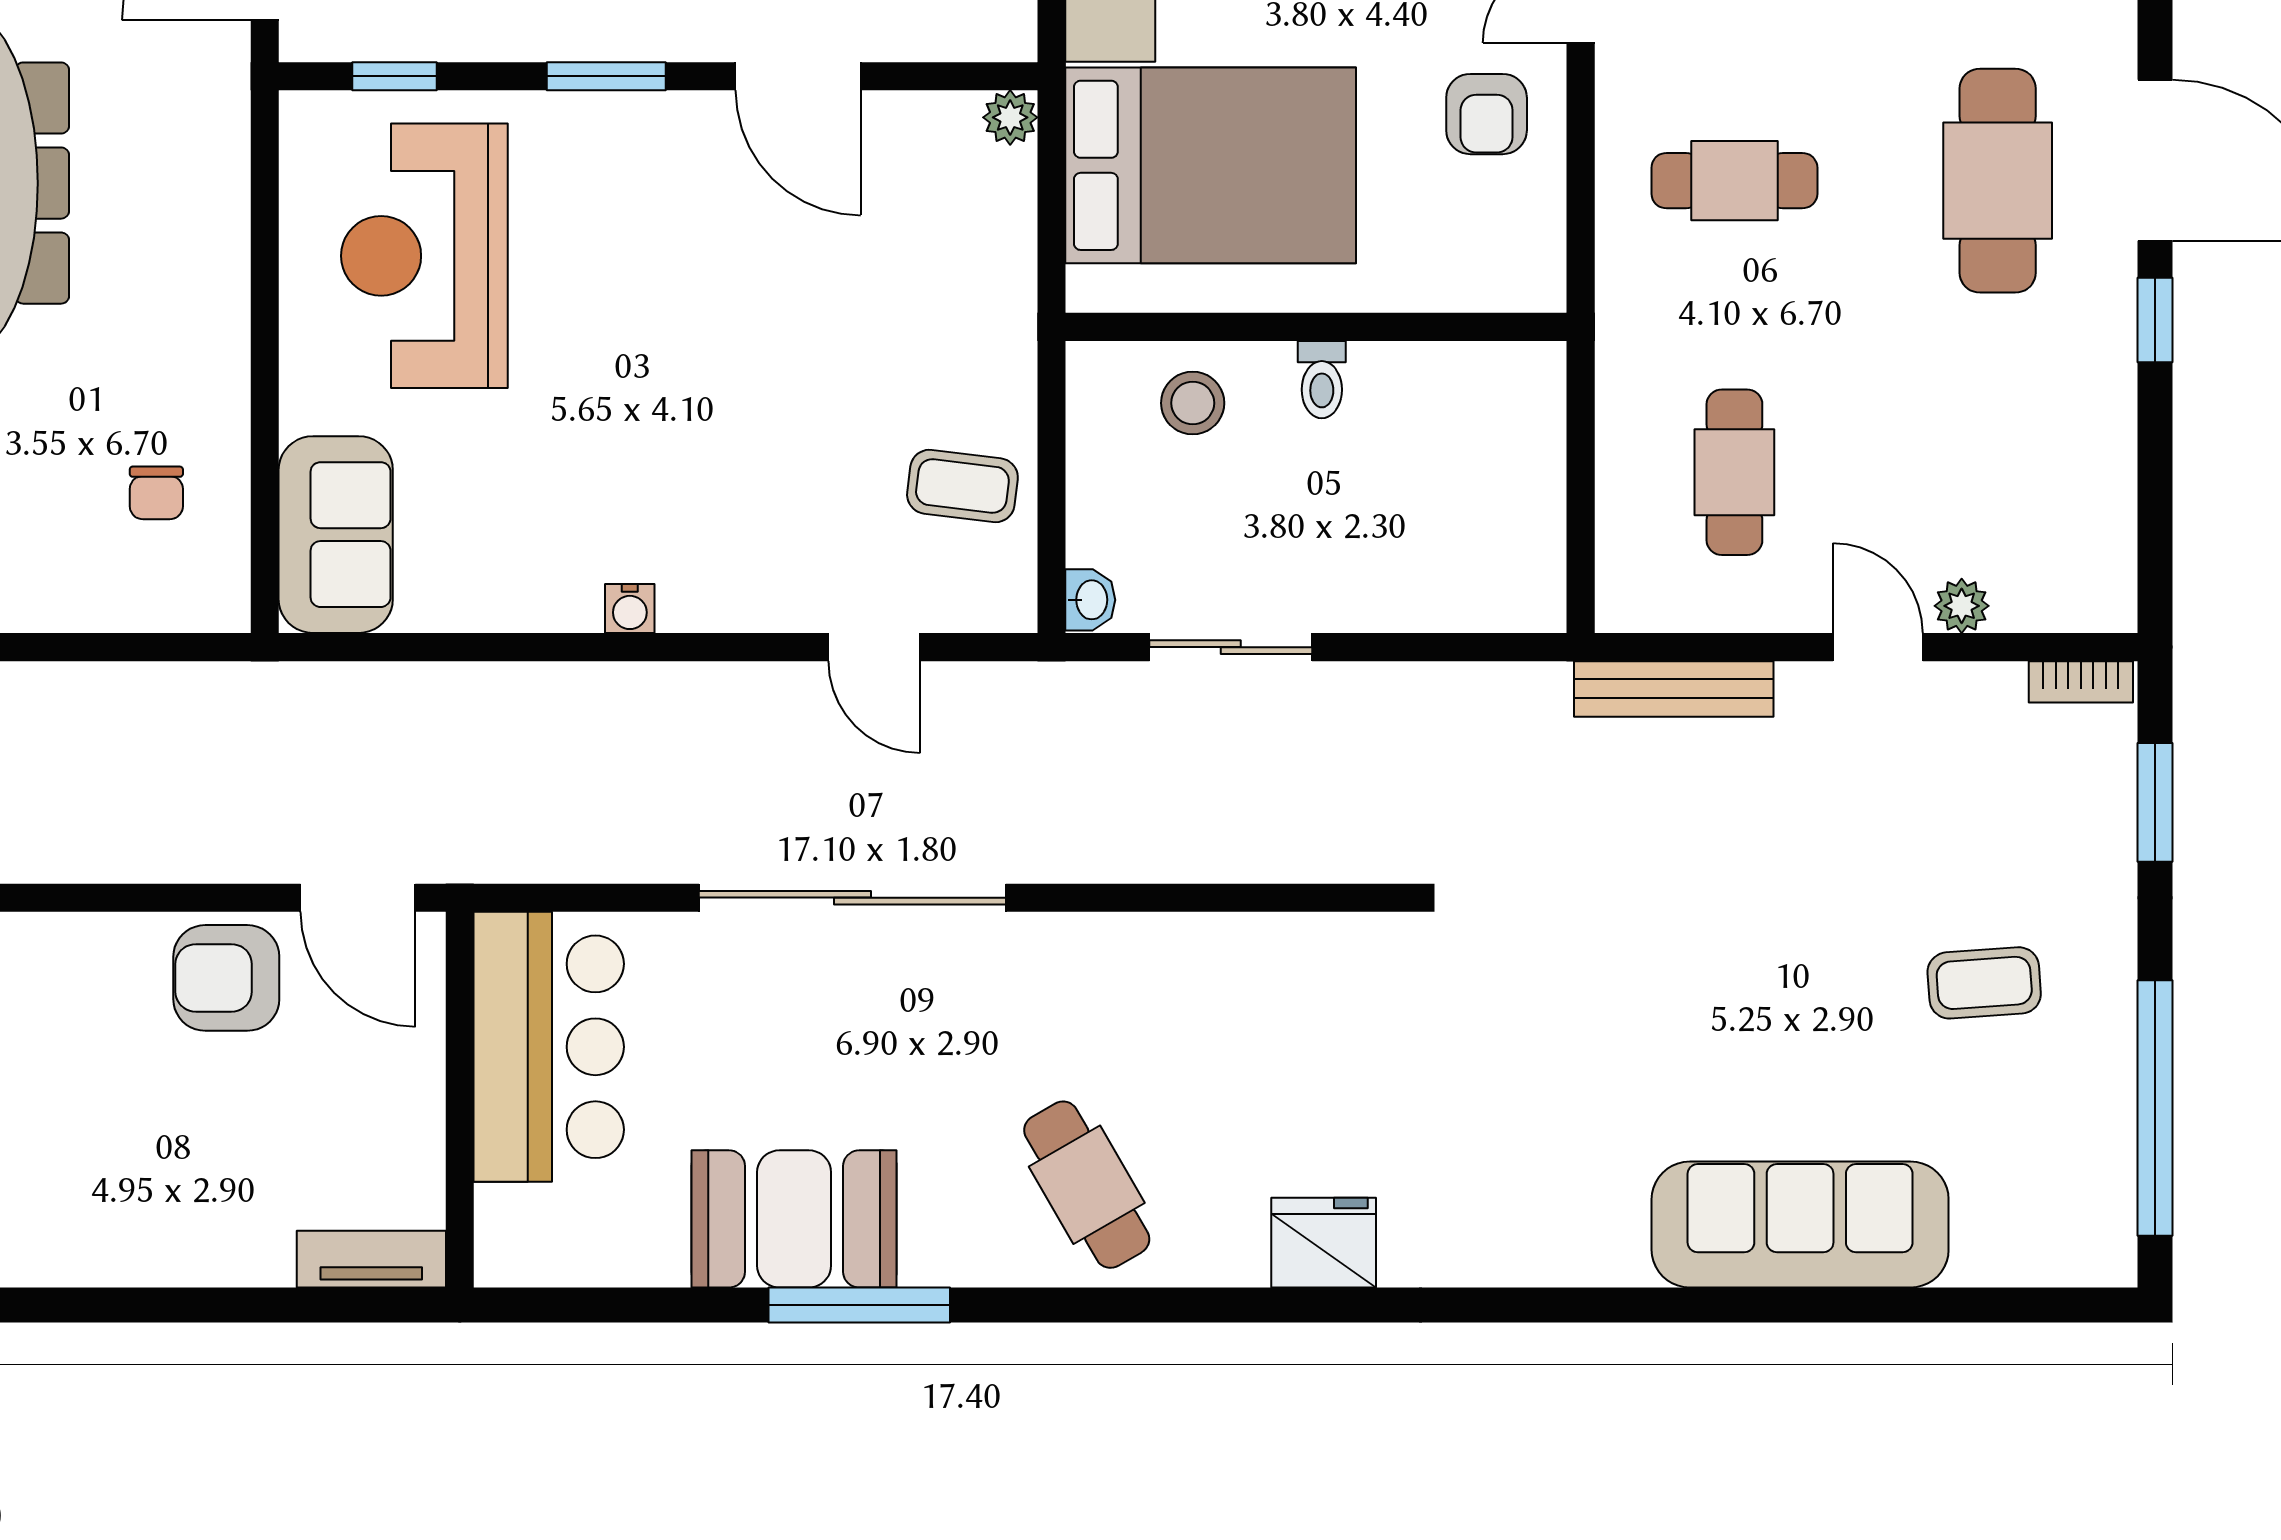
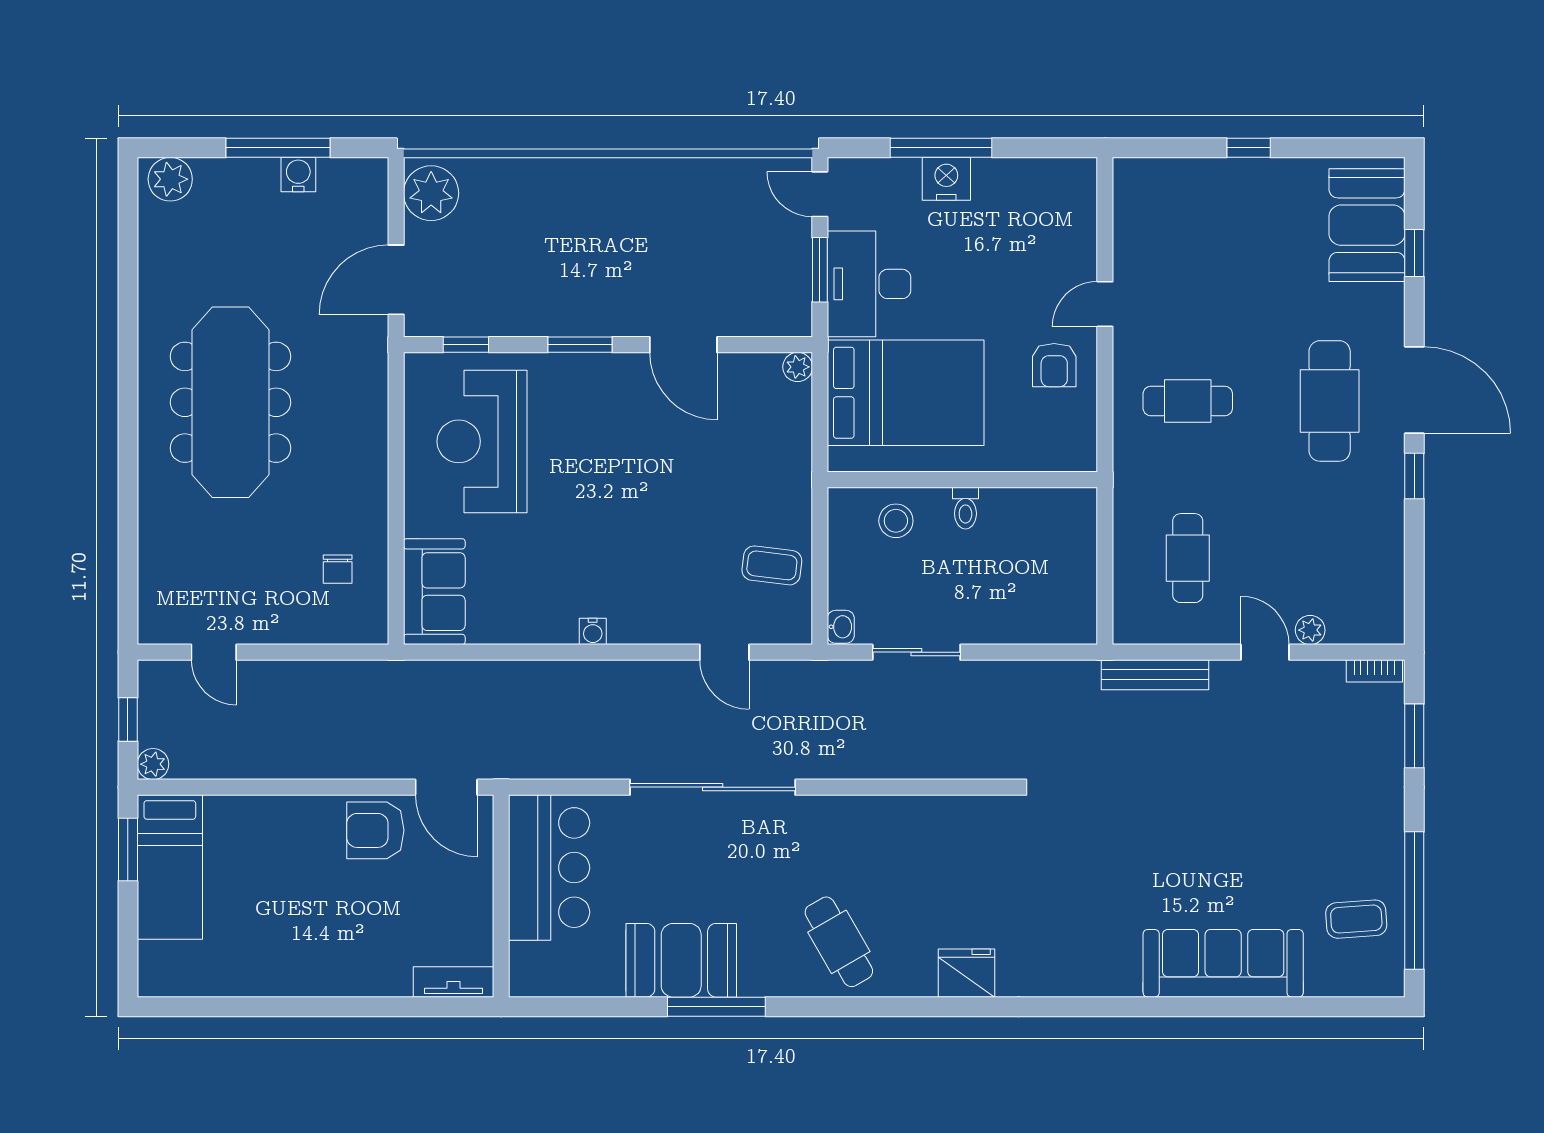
coffee table: (1984, 983) -> (1356, 919), moved

